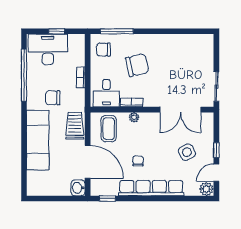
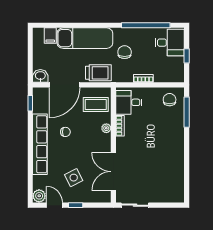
desk: (48, 49) -> (170, 43), width x0.73
chair: (137, 65) -> (155, 131), removed
filing cabinet: (35, 177) -> (50, 36), added

